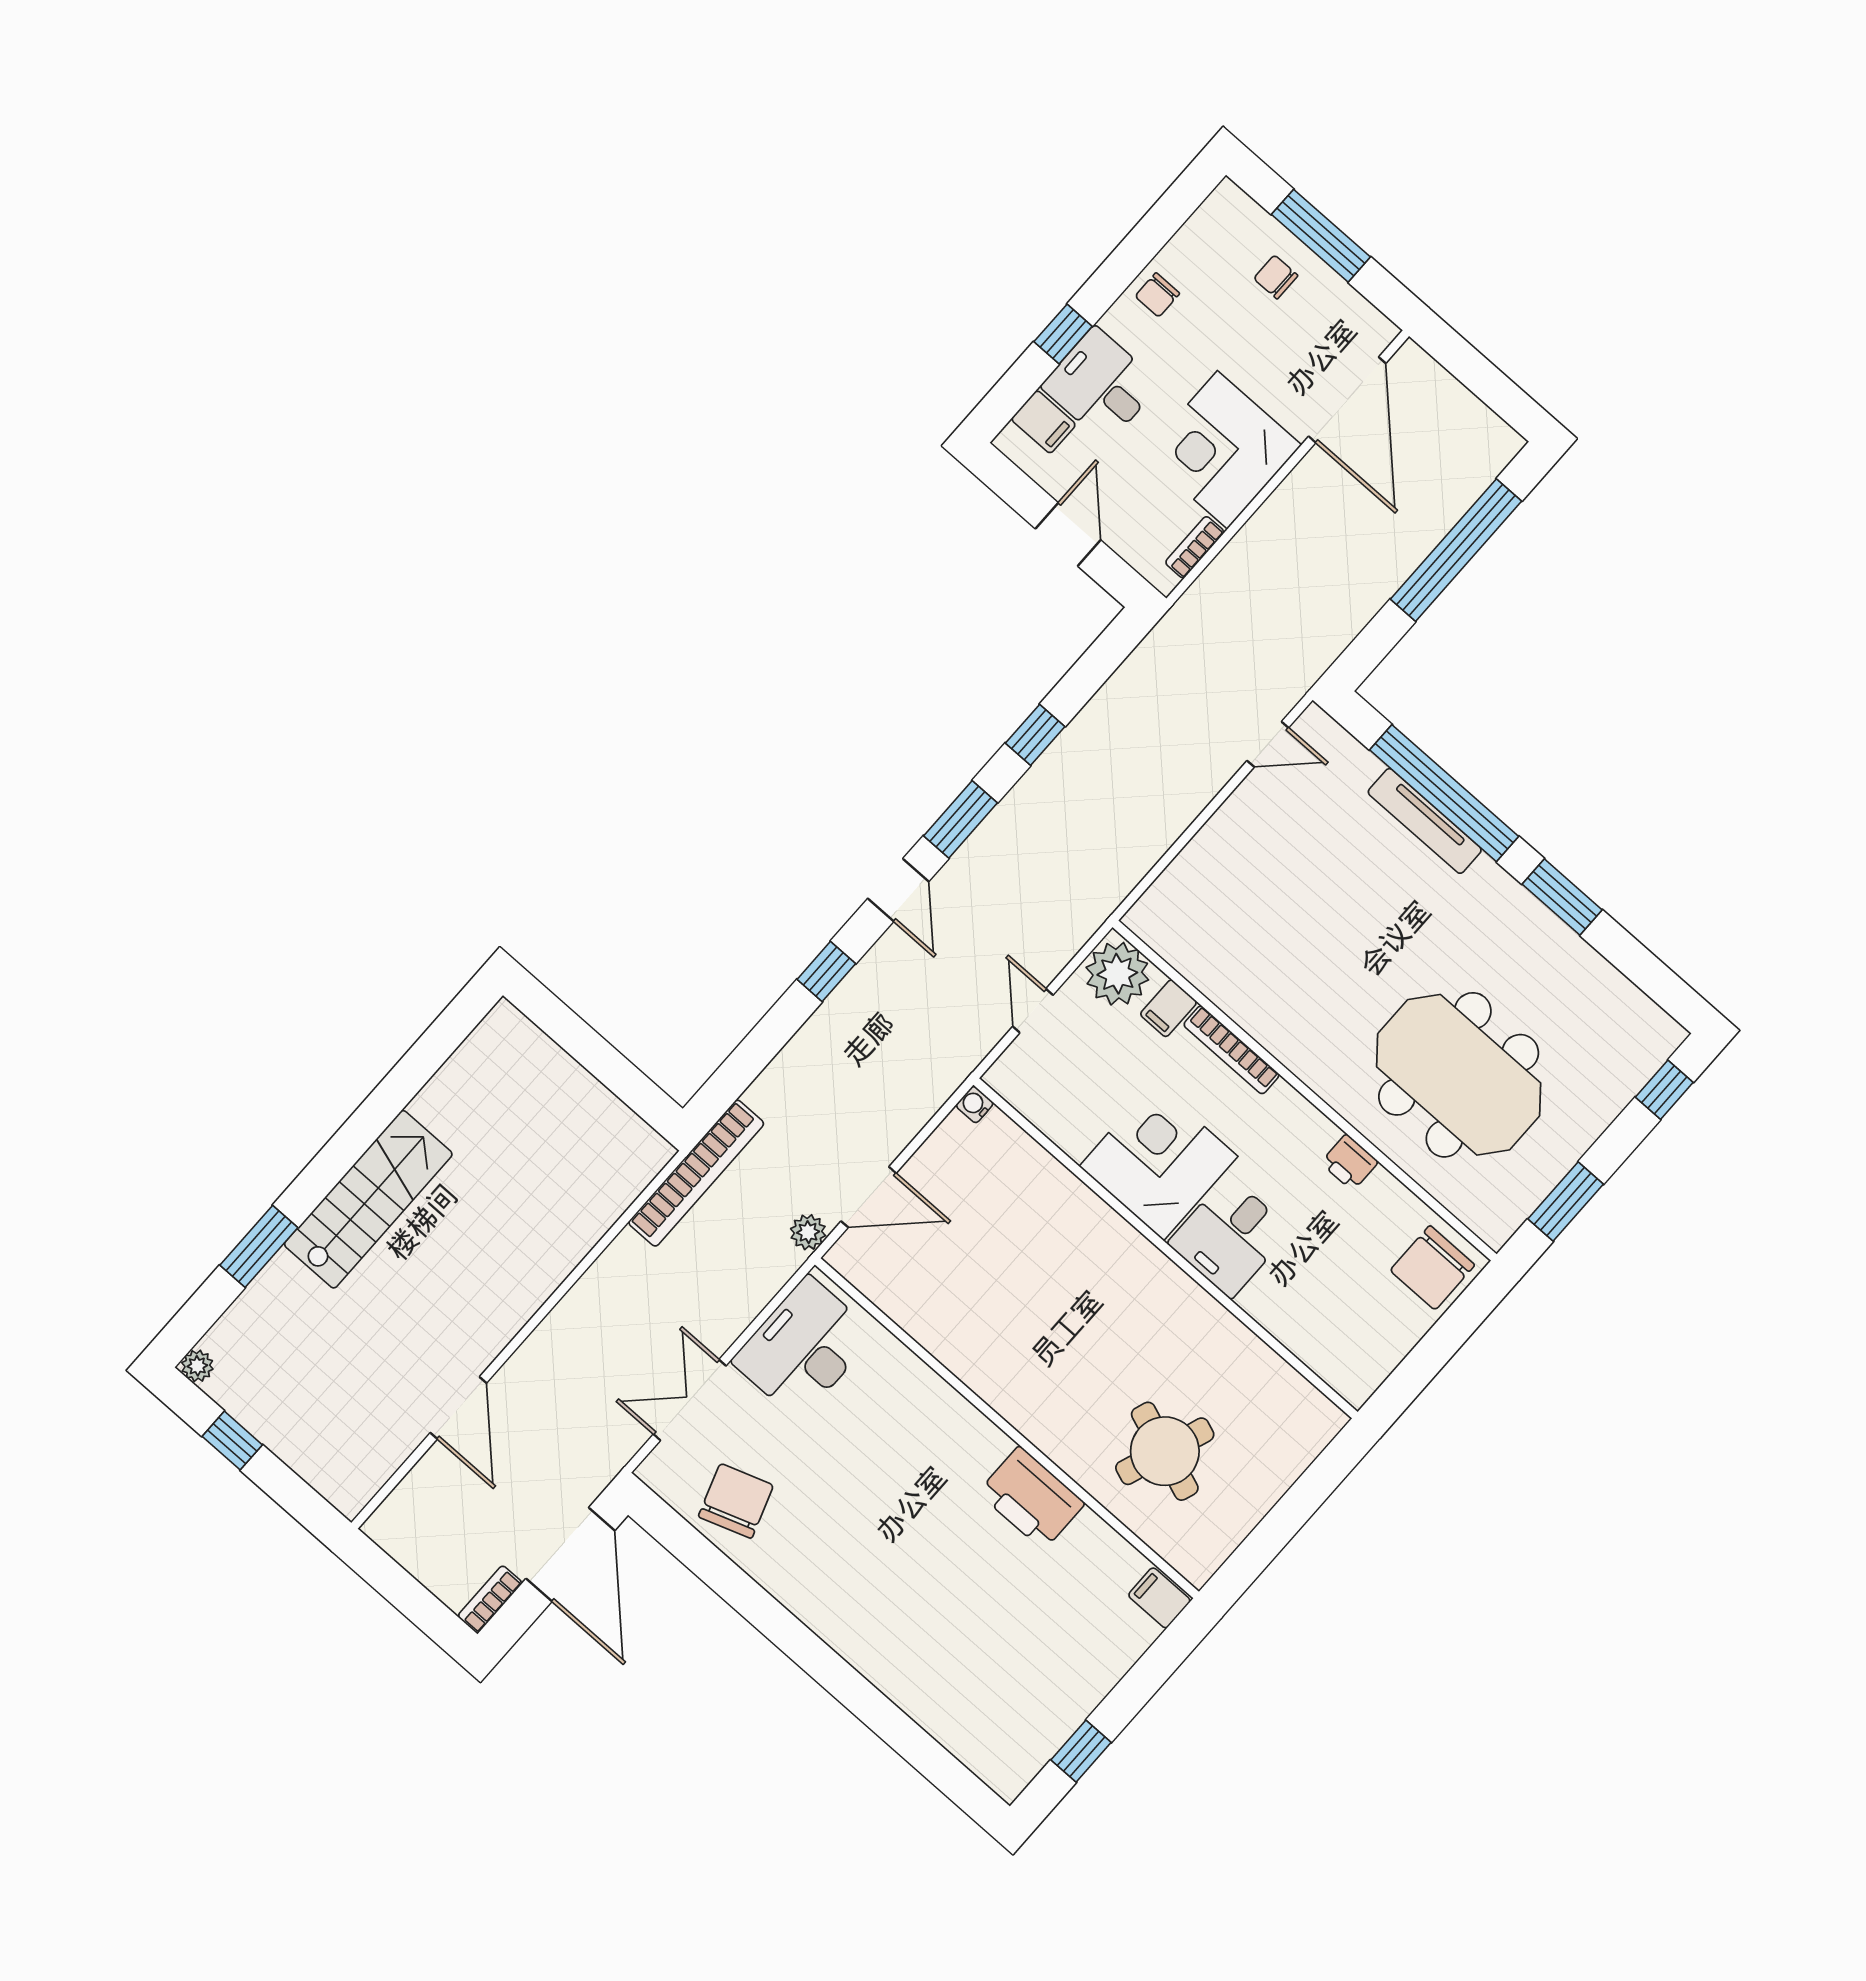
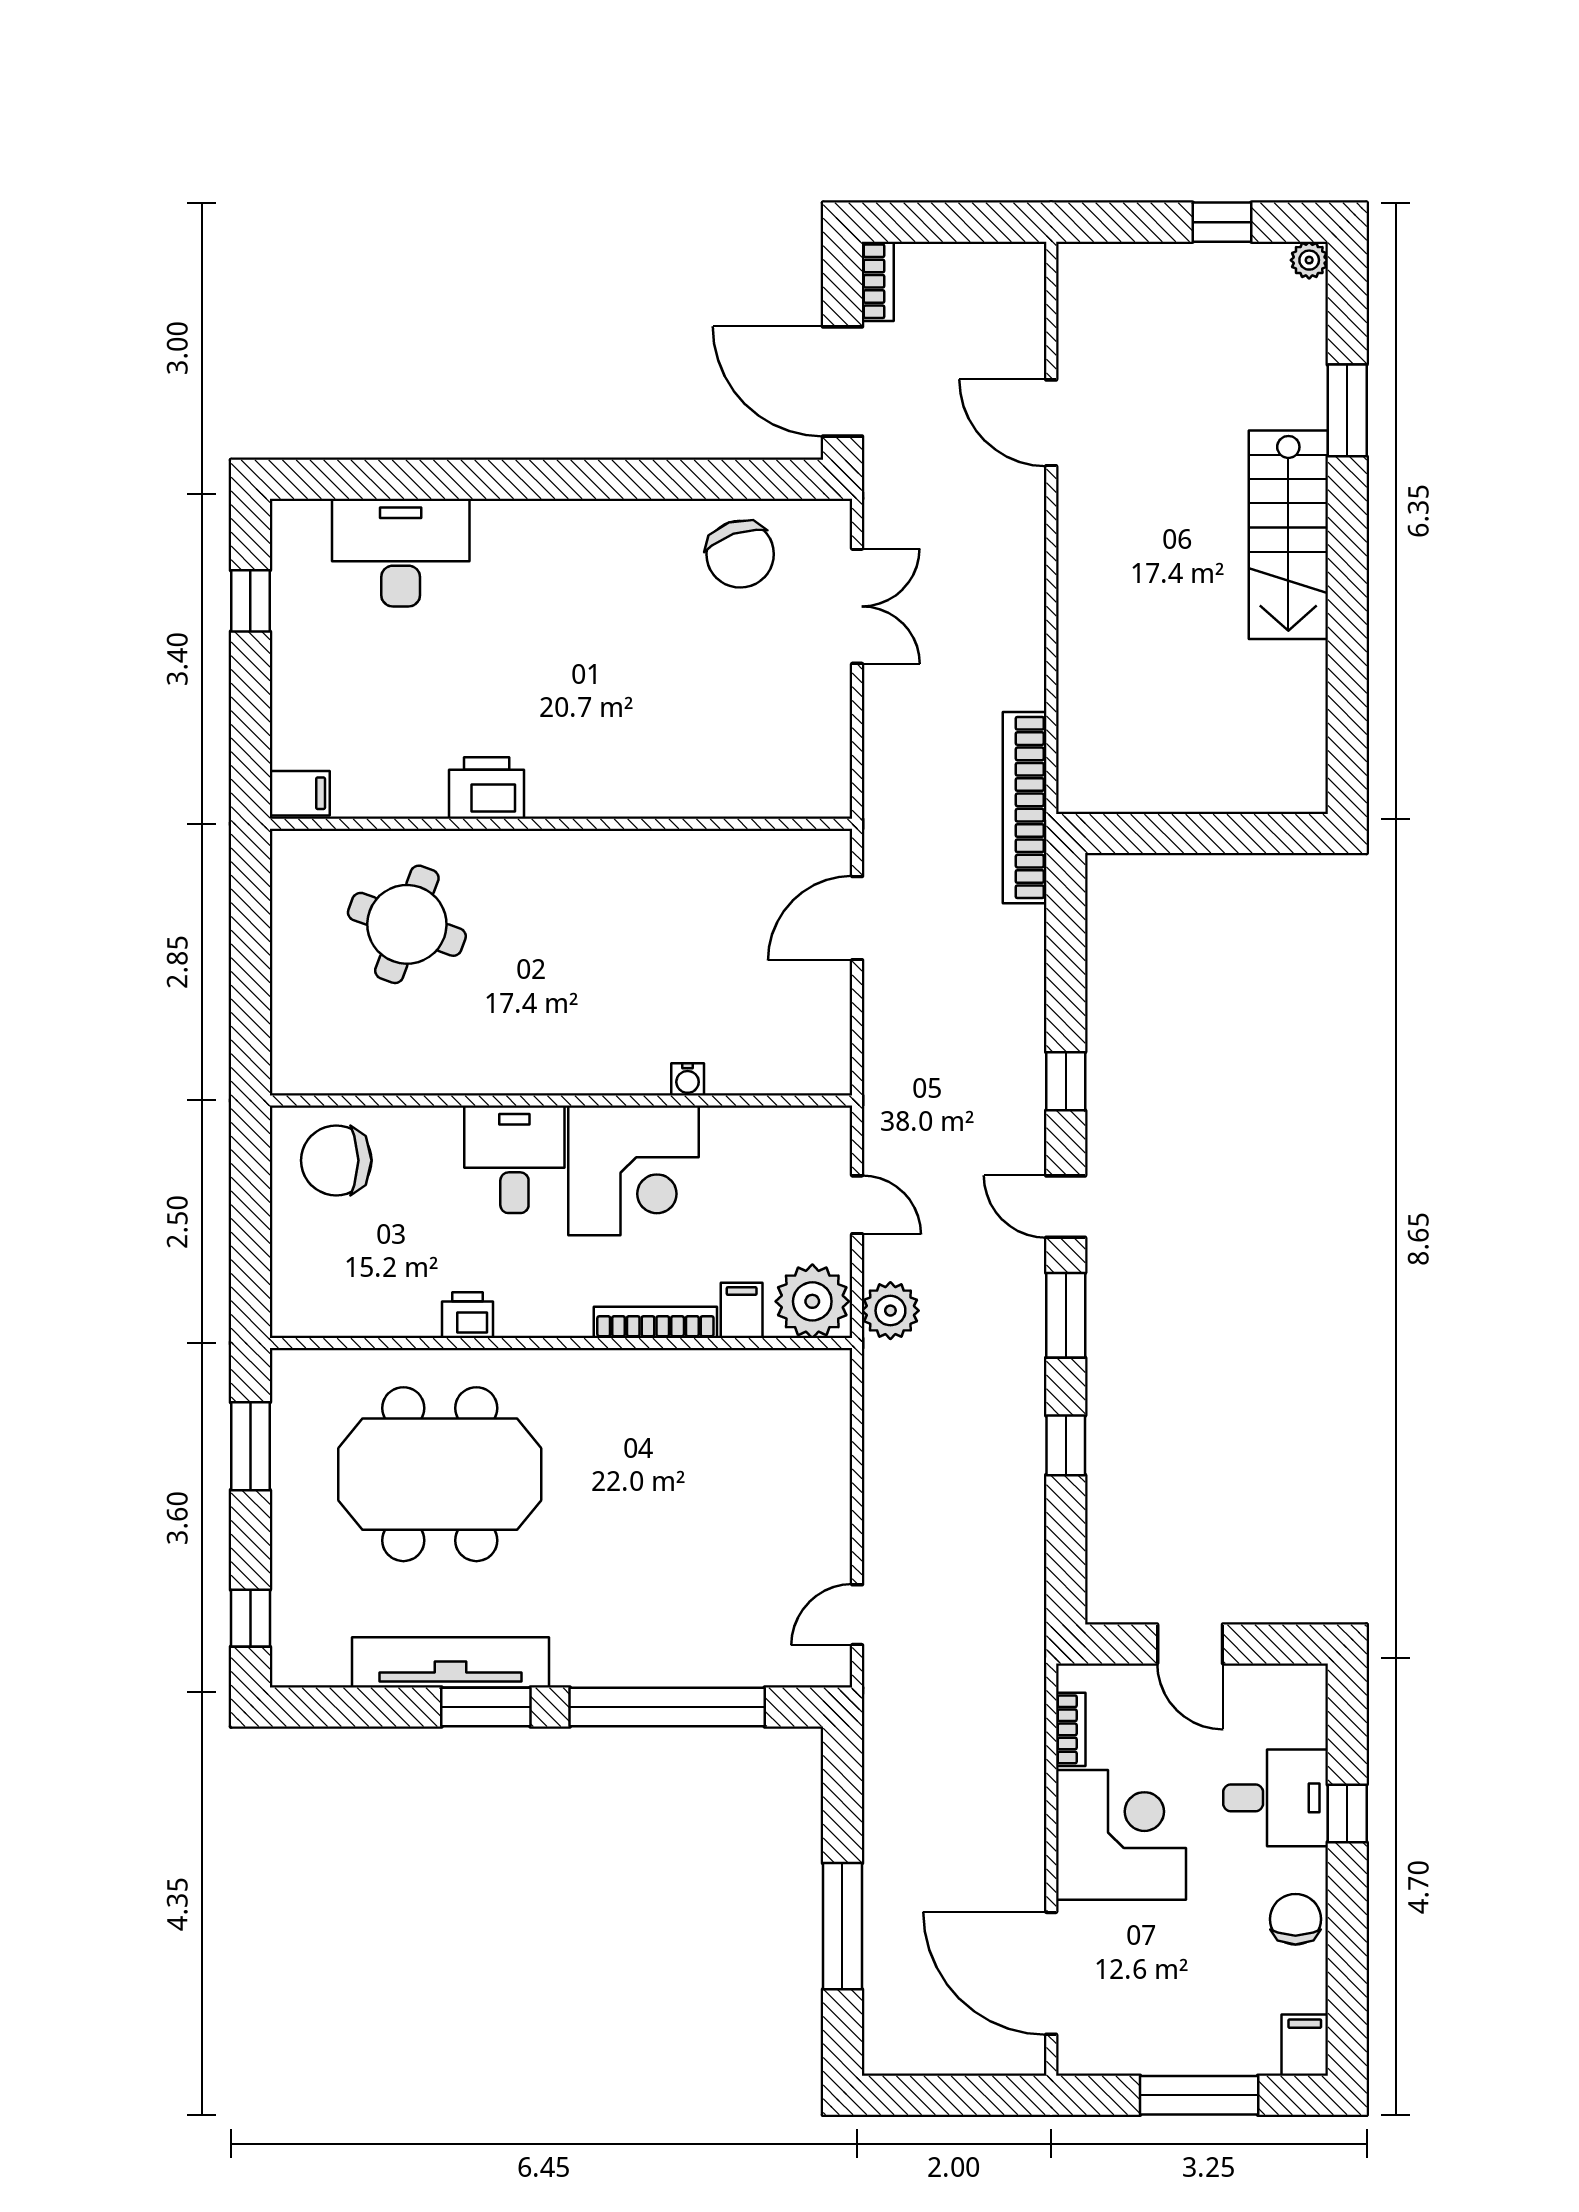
chair: (1276, 277) -> (1207, 2025), removed
chair: (1157, 295) -> (1295, 1919), width x1.37, depth x1.37
filing cabinet: (1044, 422) -> (1305, 2045), moved, turned 90
window: (1456, 550) -> (842, 1926), width x0.68
tv unit: (1425, 821) -> (450, 1662), moved, width x1.36, depth x1.29
water cooler: (975, 1104) -> (688, 1079), moved, turned 90
plant: (808, 1232) -> (890, 1311), moved, width x1.38, depth x1.38
chair: (1432, 1268) -> (336, 1160), moved, turned -90
desk: (804, 1348) -> (401, 553), moved, turned -90
printer: (1031, 1498) -> (487, 788), width x0.73, depth x0.84

